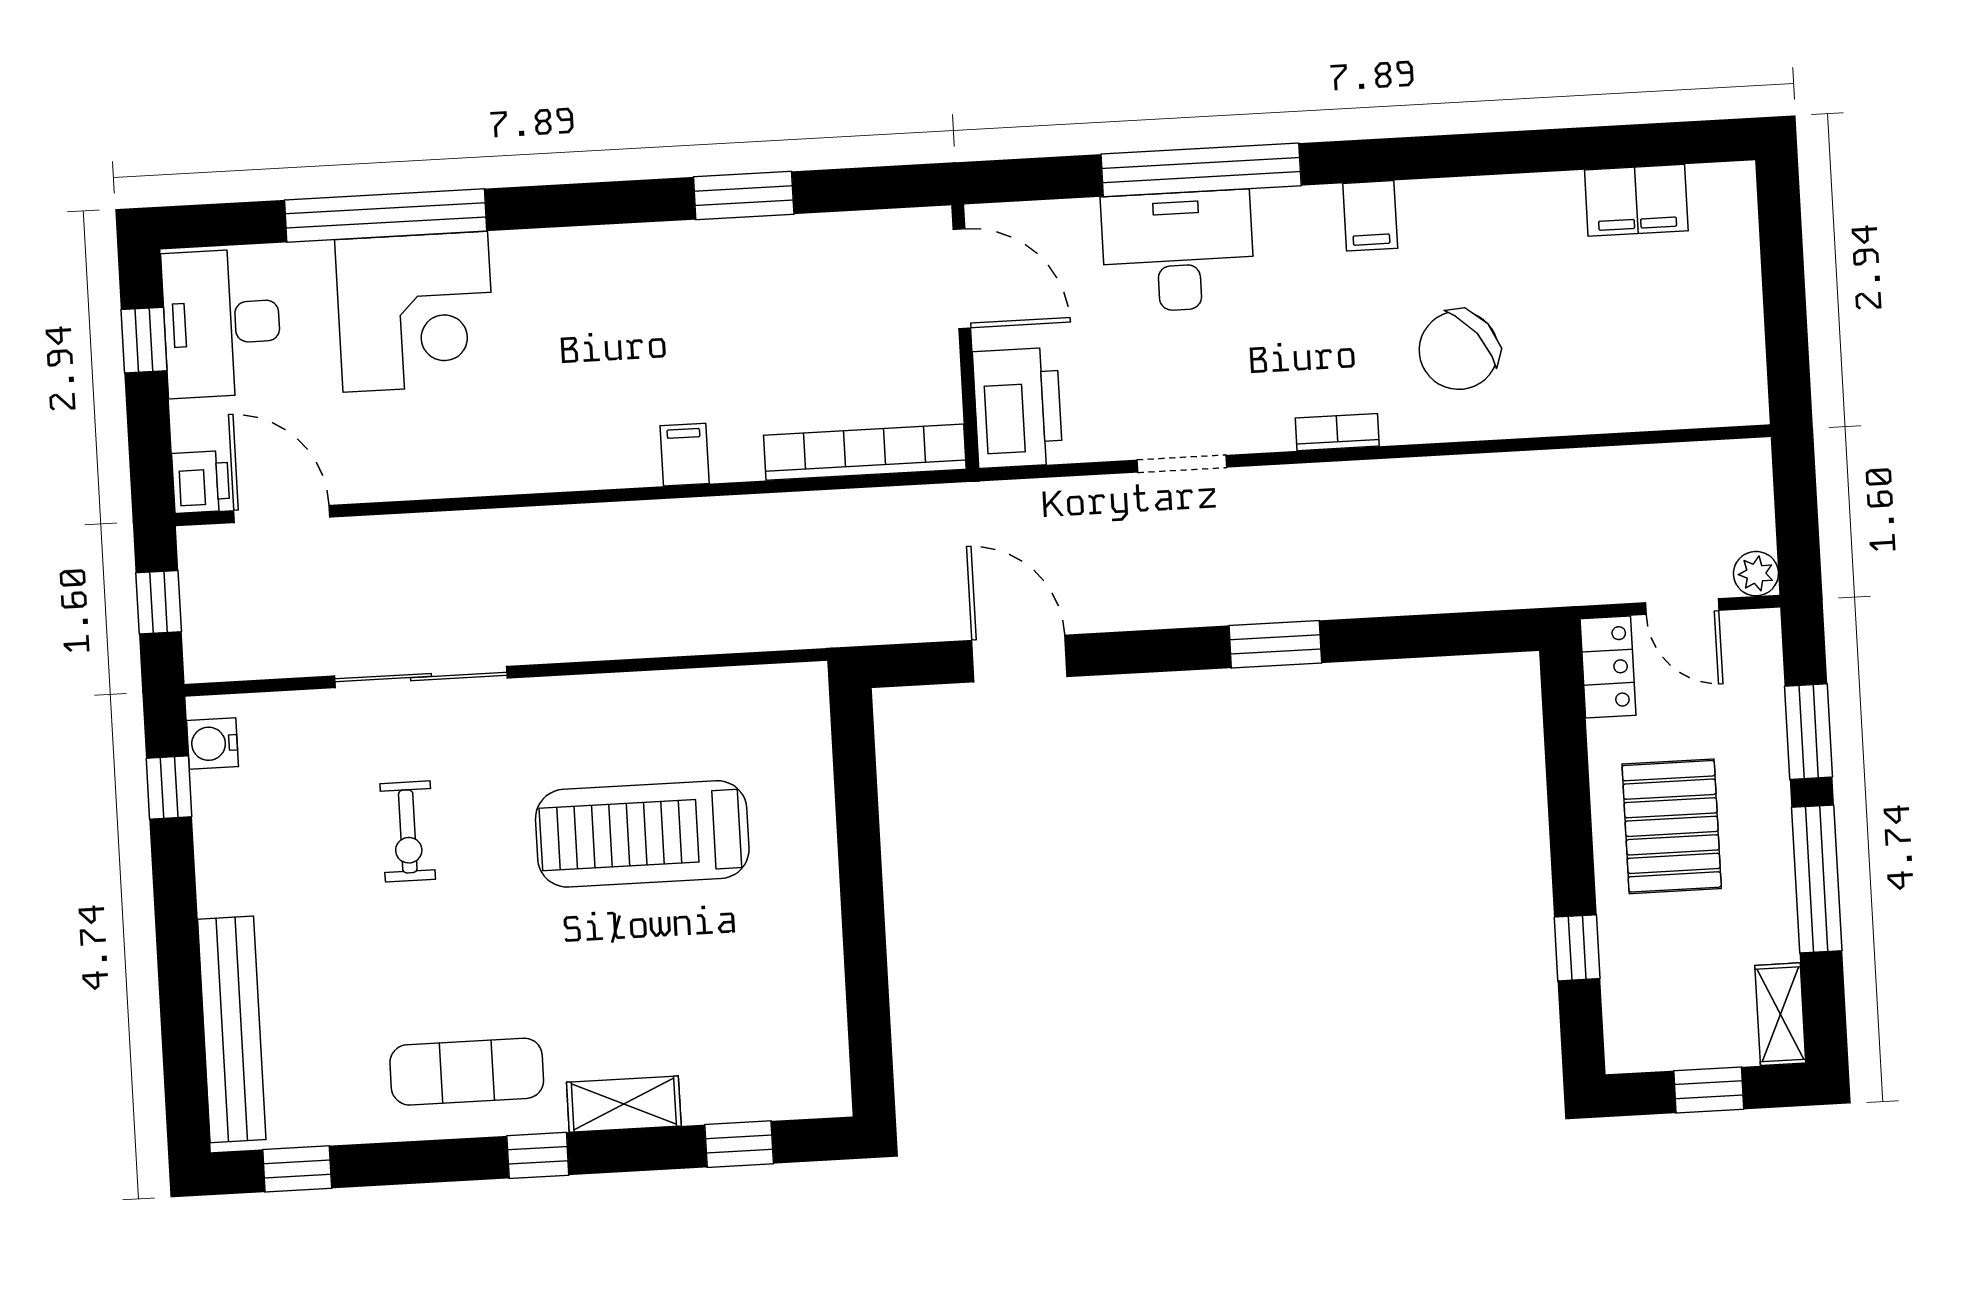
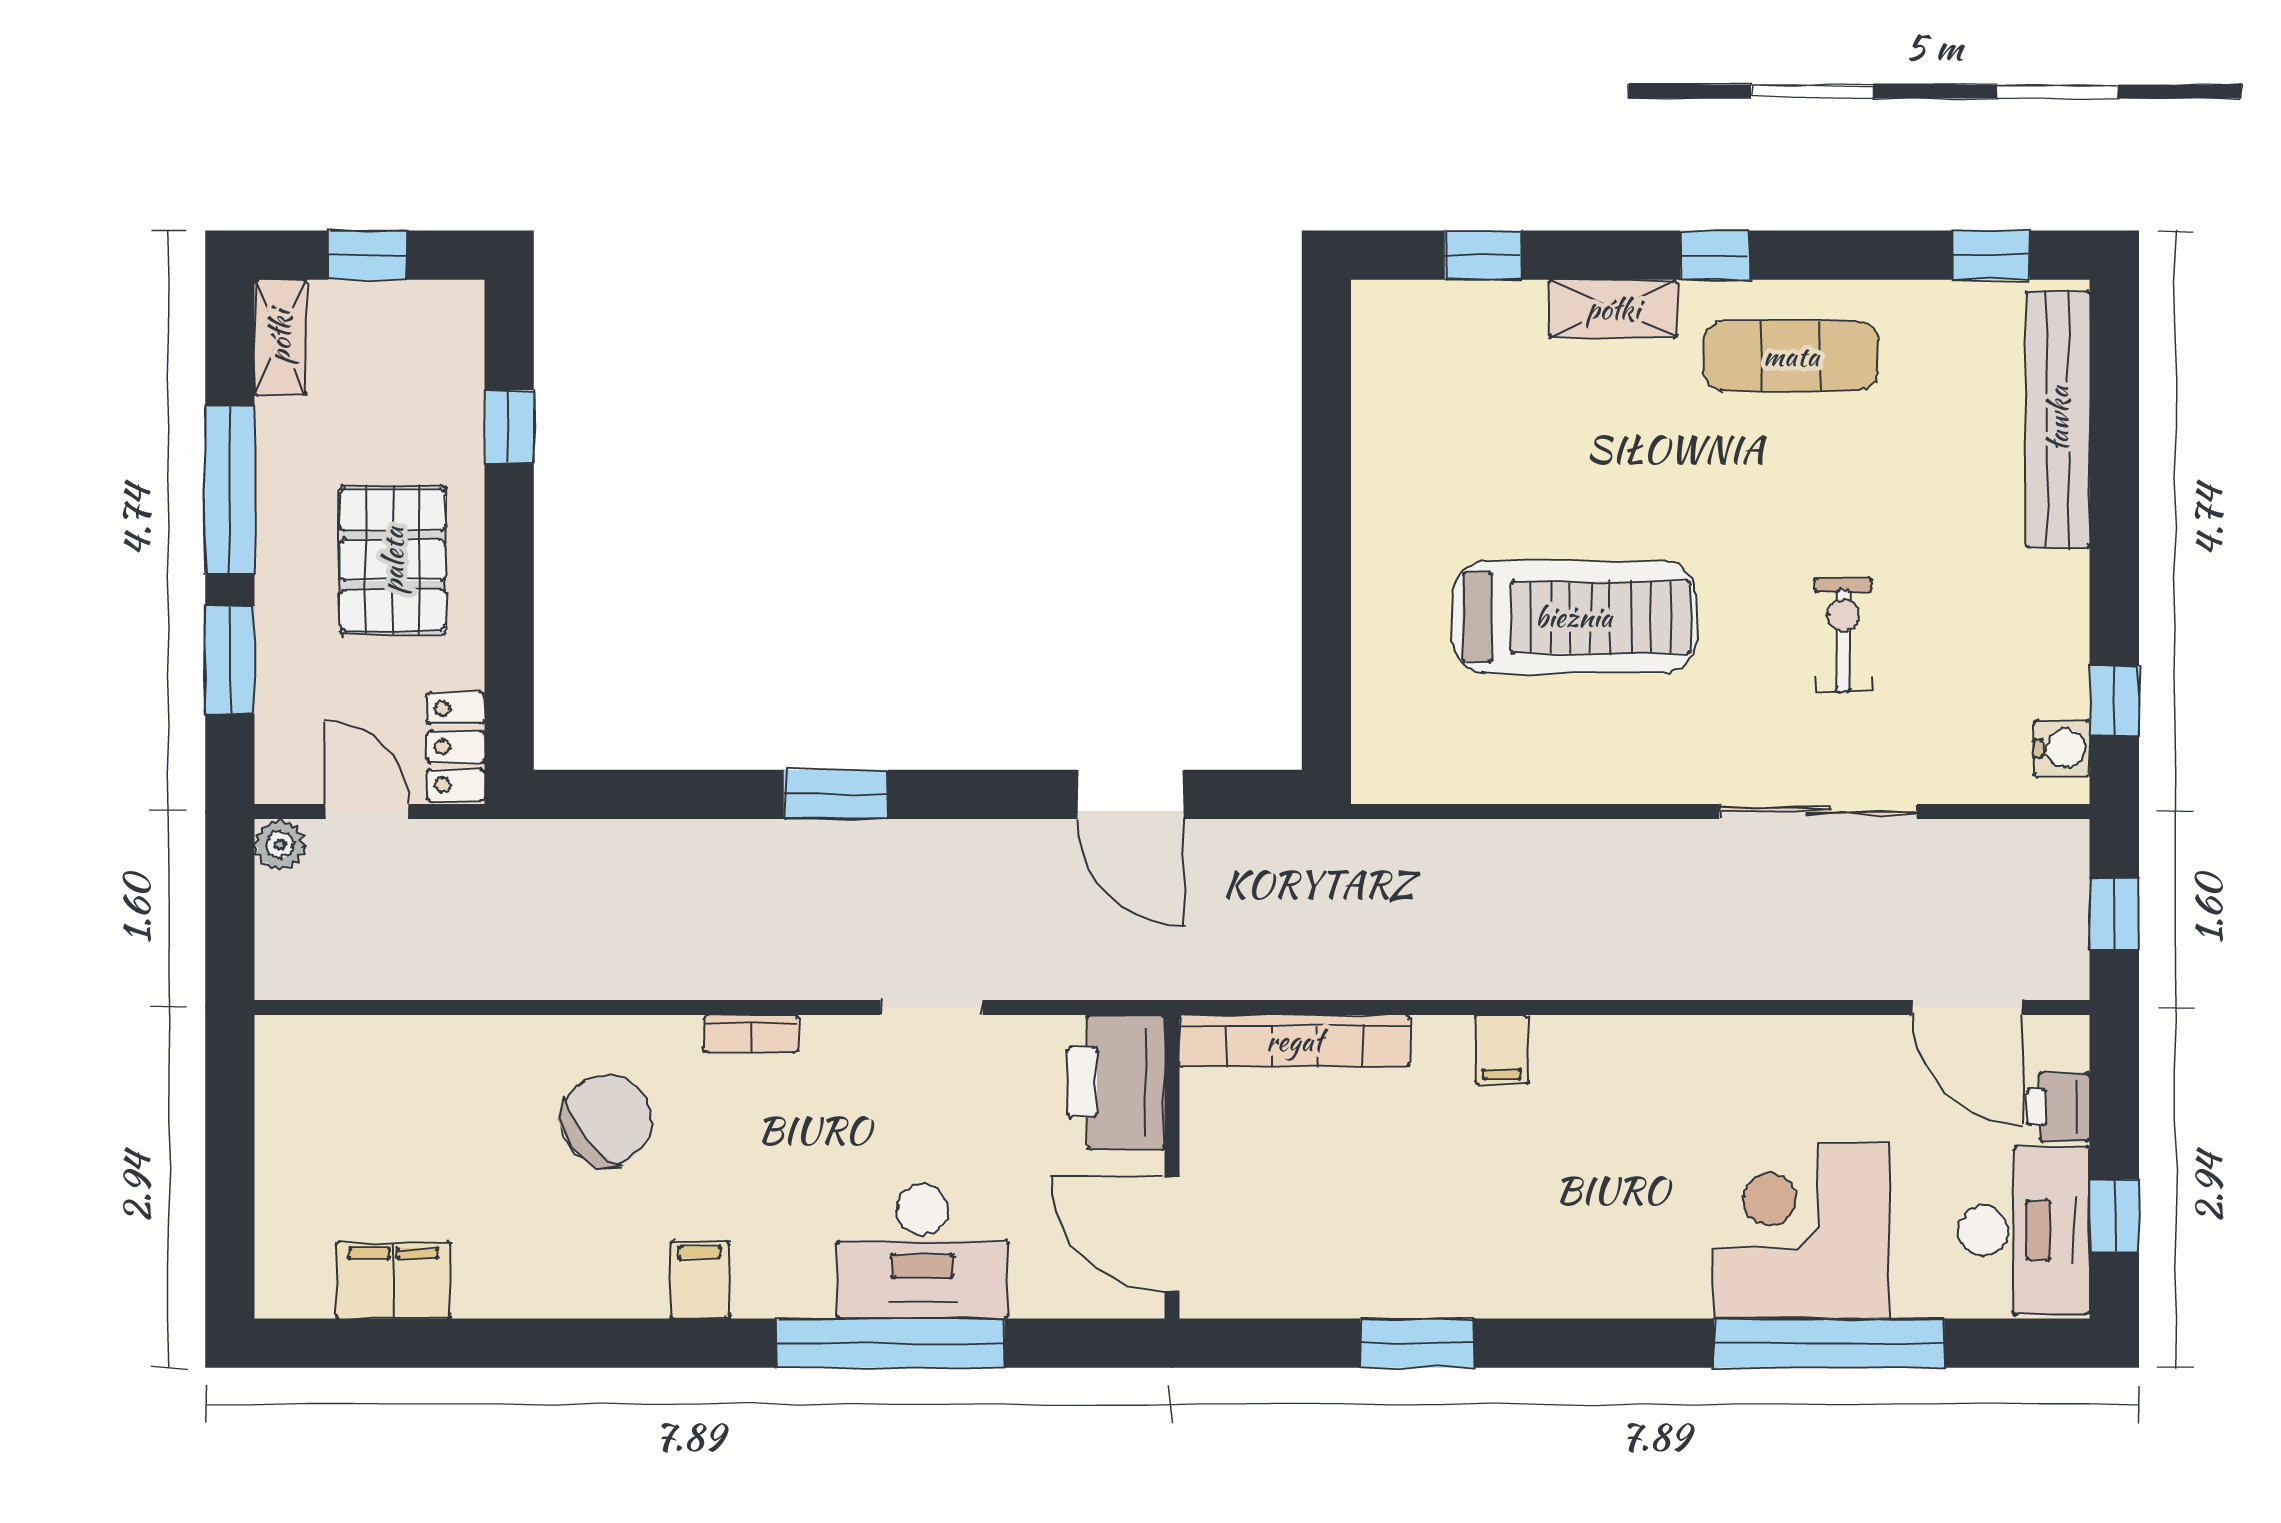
printer: (201, 482) -> (2058, 1107), moved

